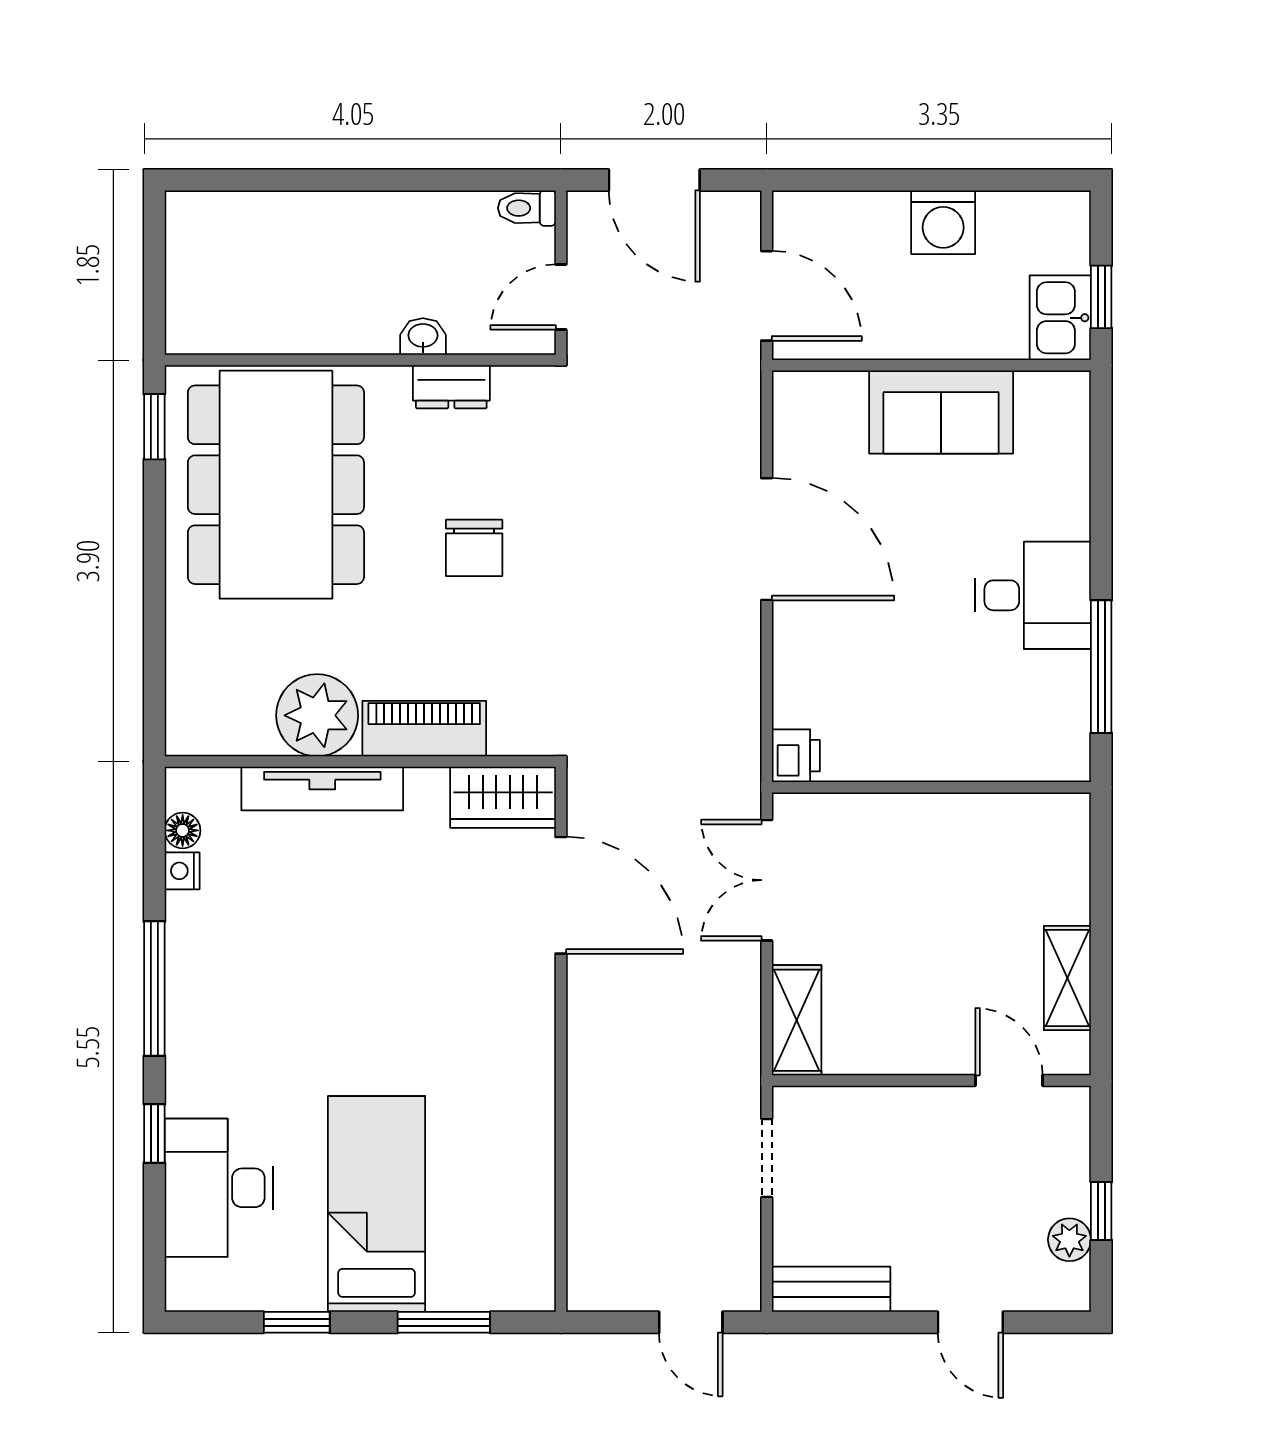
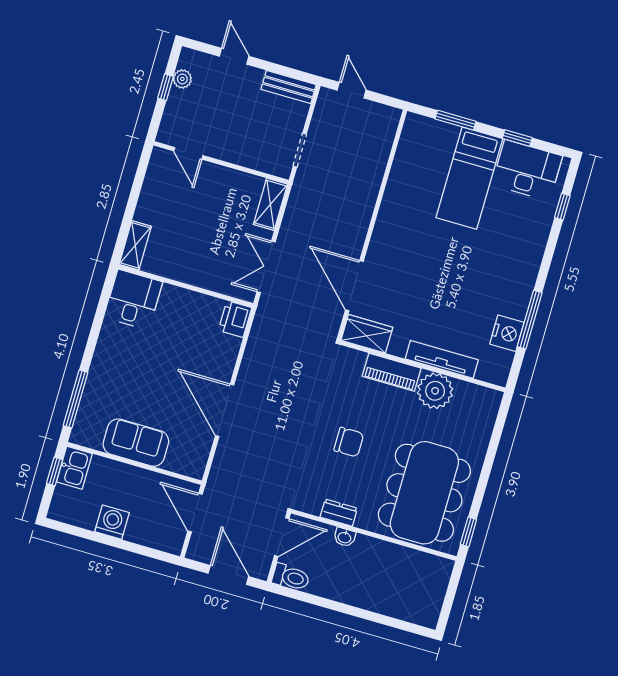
toilet: (527, 208) -> (291, 577), width x1.37, depth x1.39
door: (561, 297) -> (282, 537), width x1.38
chair: (474, 548) -> (349, 442), turned 90
desk: (1033, 595) -> (133, 300), moved, turned 90
window: (1101, 667) -> (76, 399), moved
printer: (796, 756) -> (235, 319), width x1.36, depth x1.24
floor lamp: (183, 830) -> (506, 359), removed
nightstand: (182, 871) -> (507, 333), width x1.89, depth x1.79
double door: (767, 880) -> (266, 267), swing flipped
shelving: (1067, 978) -> (135, 245), moved
window: (154, 989) -> (530, 320), moved
window: (154, 1134) -> (562, 207), moved
desk: (219, 1188) -> (527, 170), moved, turned -90

